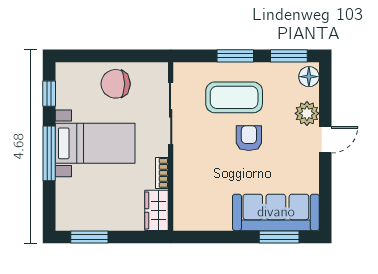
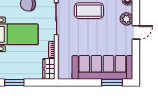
armchair: (249, 138) -> (97, 32), removed
sofa: (276, 212) -> (102, 67), width x1.36, depth x1.27

